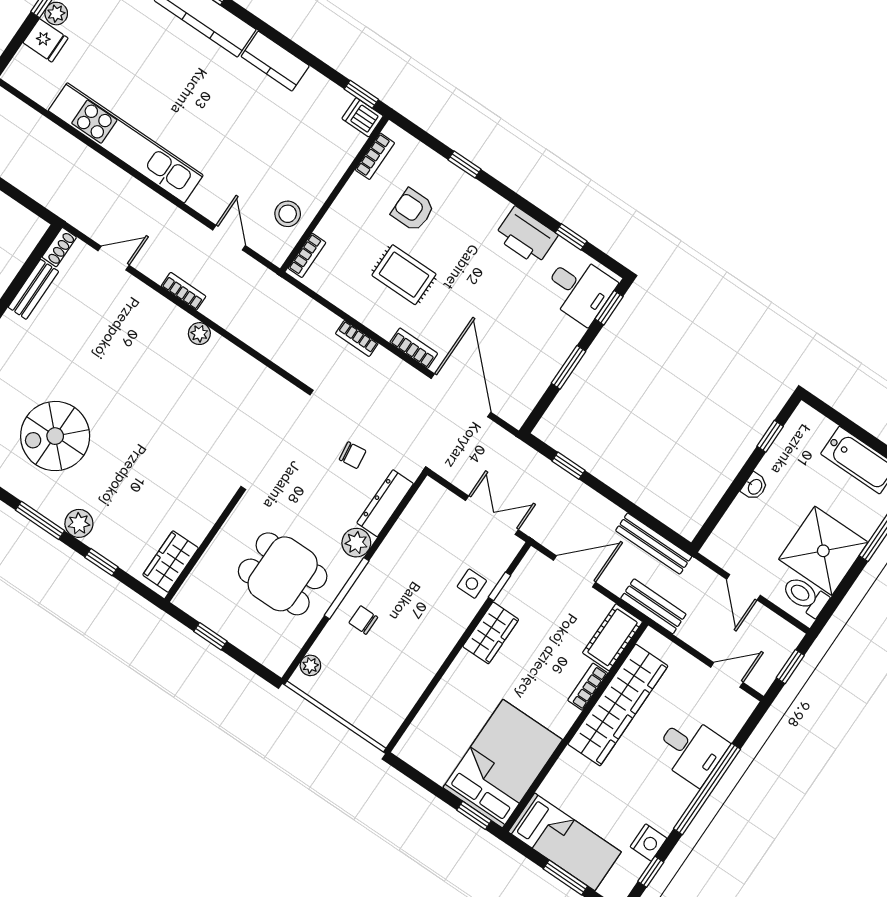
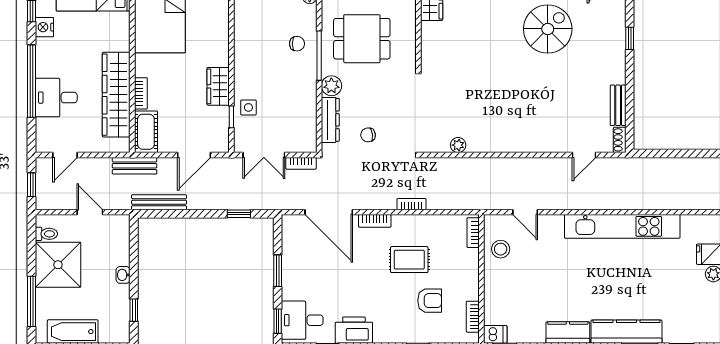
bookcase: (183, 291) -> (301, 163), moved
plant: (199, 334) -> (458, 145), moved
toilet: (805, 596) -> (46, 234), width x0.73, depth x0.72

